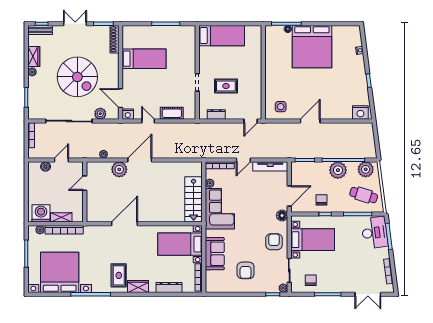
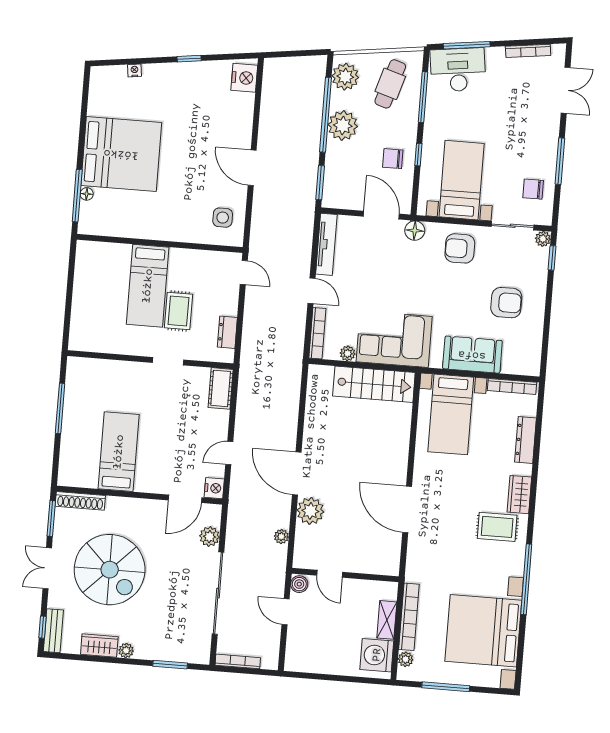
bed: (222, 36) -> (148, 286), moved, turned 180
spiral stairs: (77, 77) -> (110, 570), moved, turned 90
cot: (172, 113) -> (221, 388), moved
boiler: (46, 166) -> (299, 584), moved

